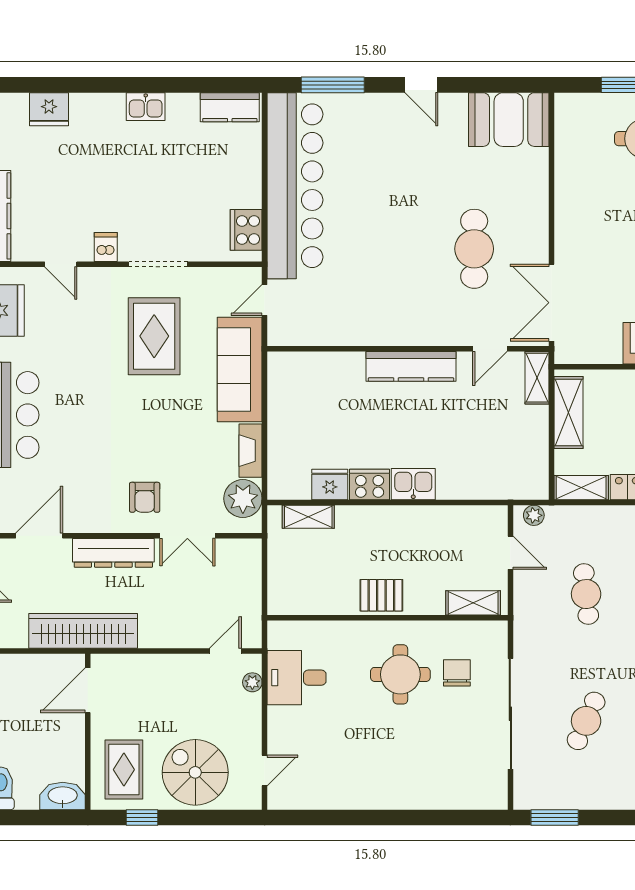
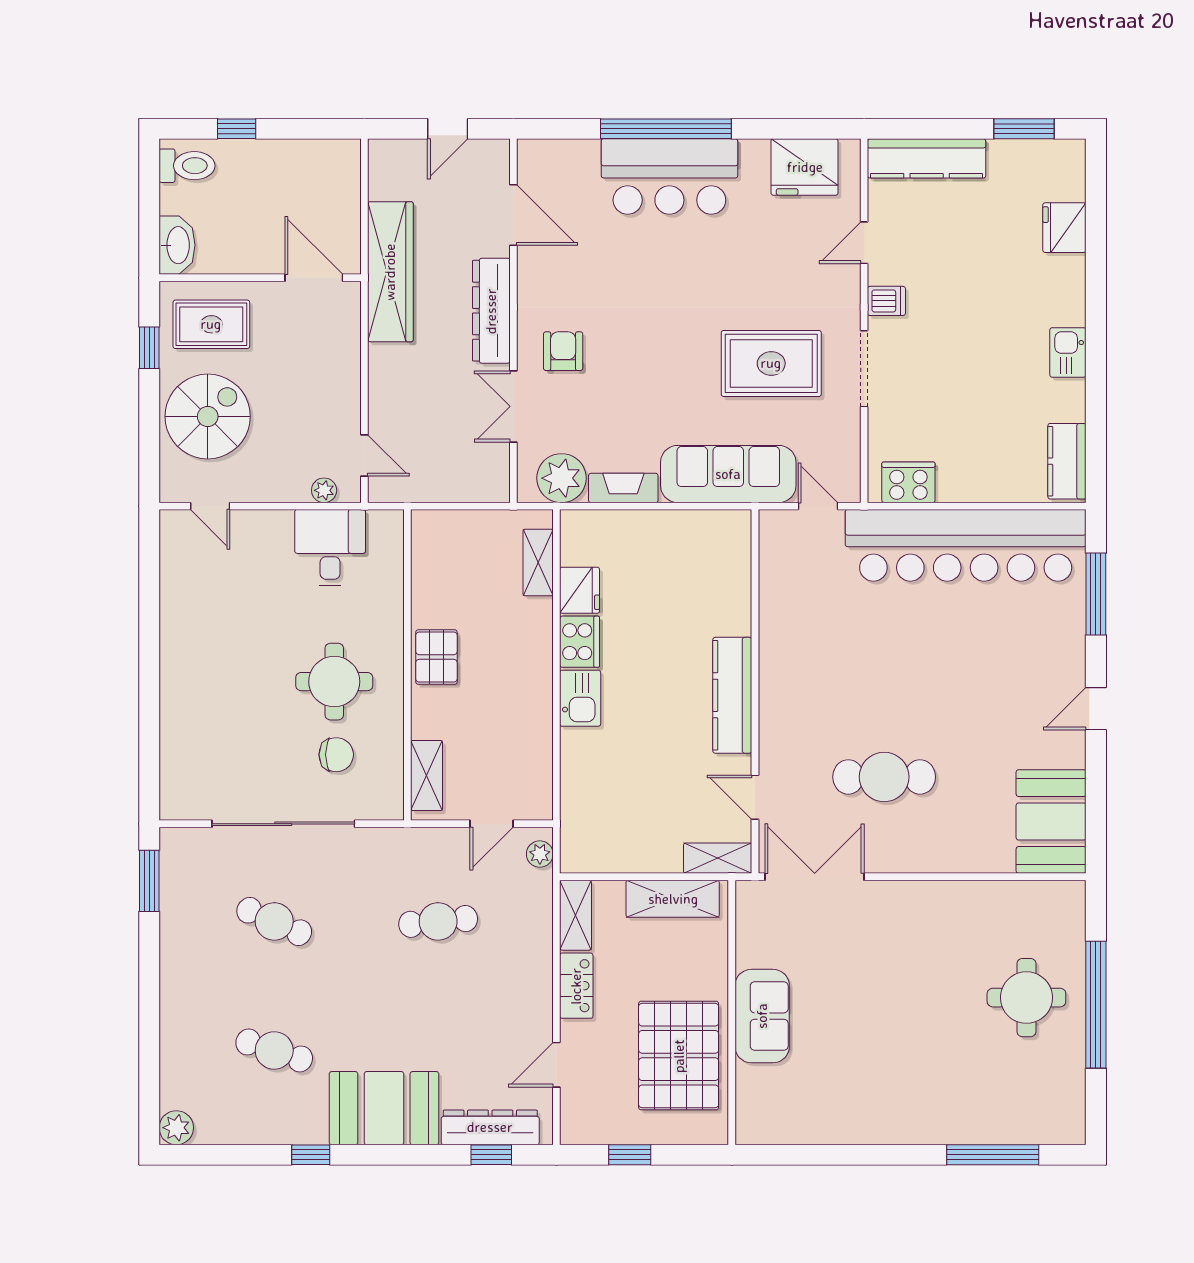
armchair: (145, 497) -> (563, 351), turned 90

